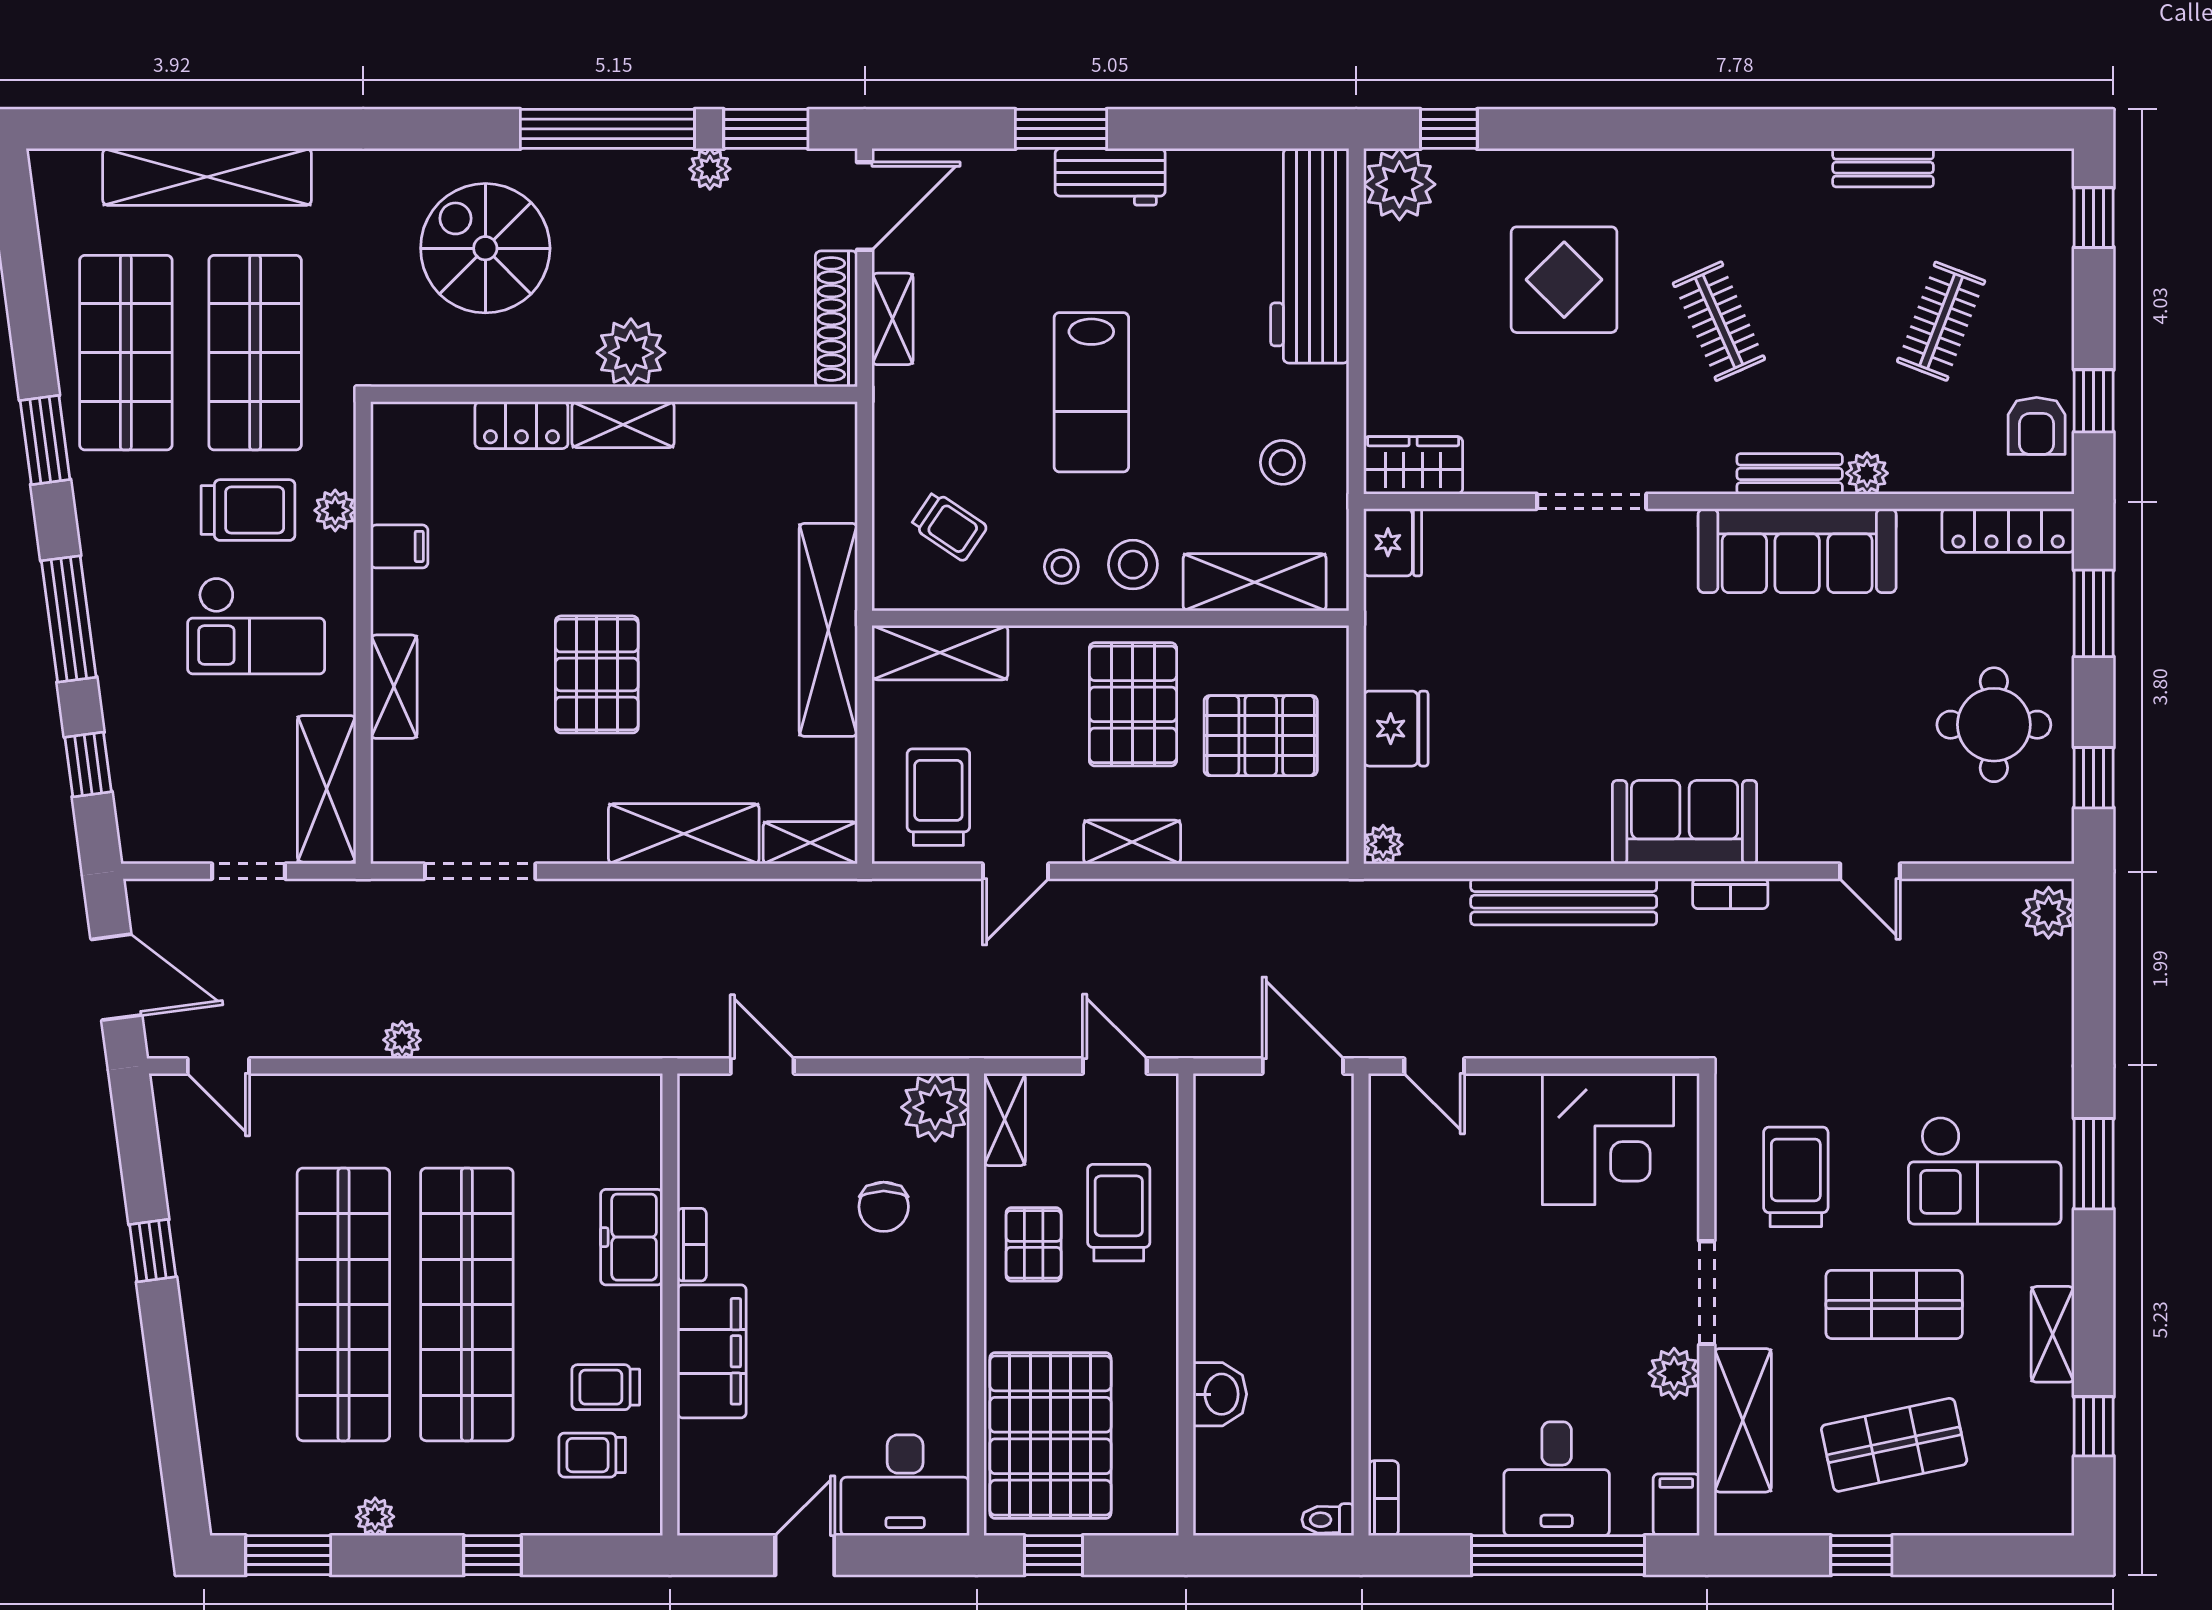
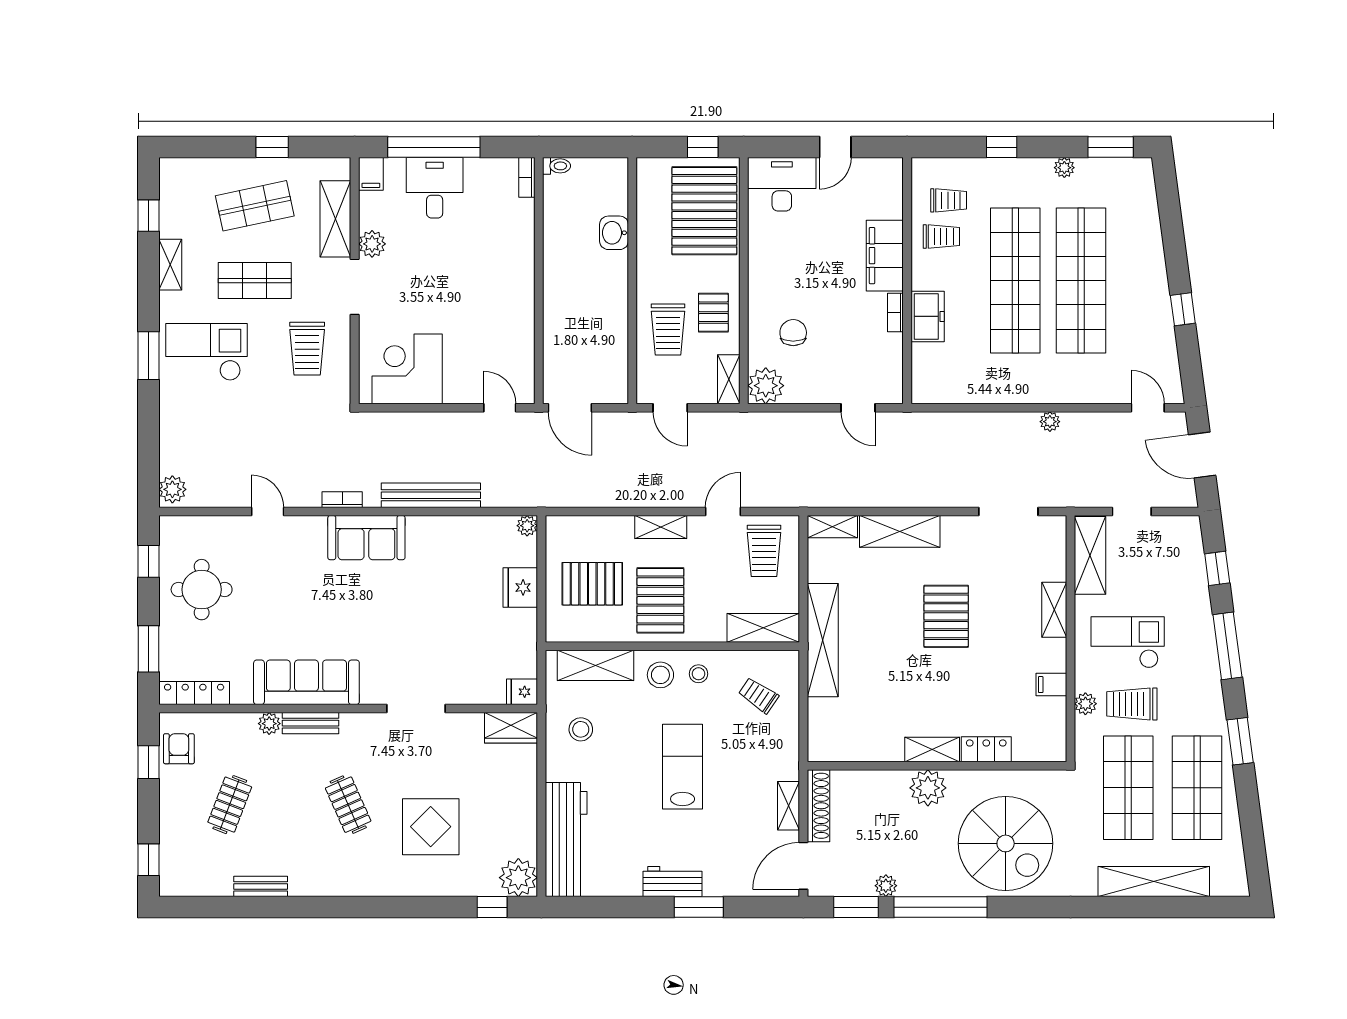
spiral stairs: (485, 248) -> (1006, 843), width x1.37, depth x1.37
fridge: (1393, 542) -> (522, 692), width x0.72

